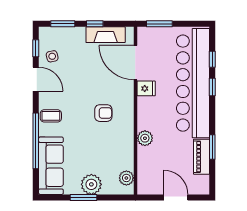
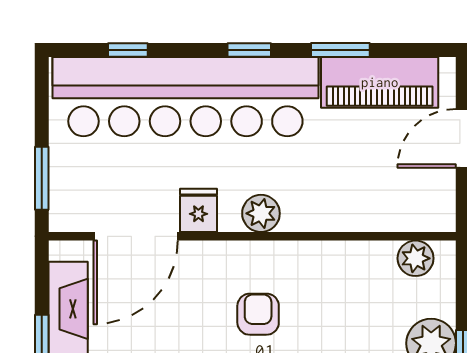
window: (212, 87) -> (249, 50), moved
plant: (145, 138) -> (261, 213), moved
piano: (202, 157) -> (380, 82), width x1.37, depth x1.33

